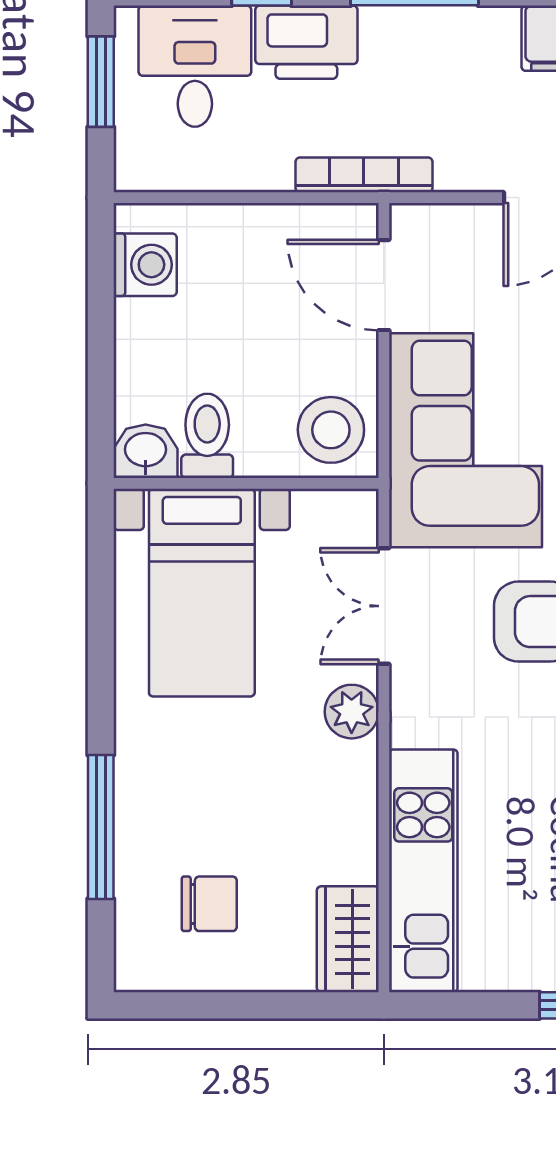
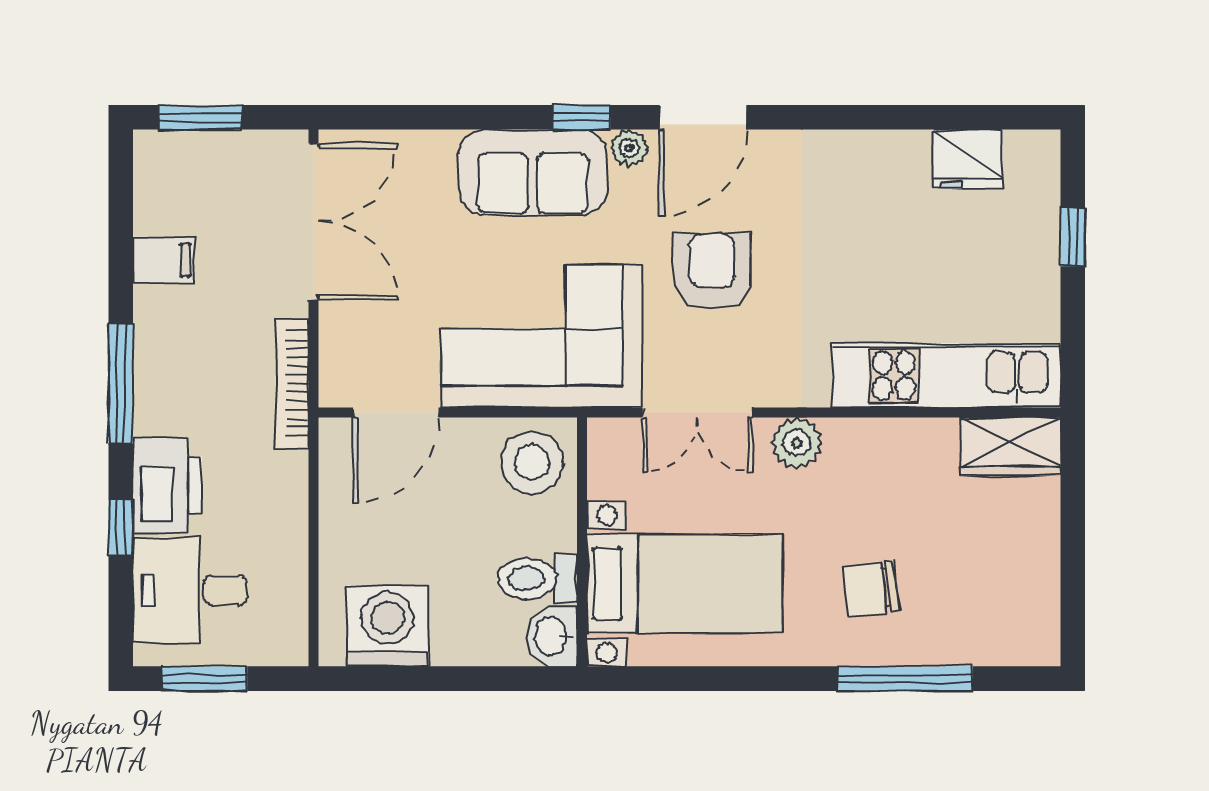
bookcase: (364, 175) -> (292, 383), moved
washing machine: (145, 265) -> (388, 626), width x1.37, depth x1.37
chair: (209, 904) -> (870, 588), moved, turned -97

